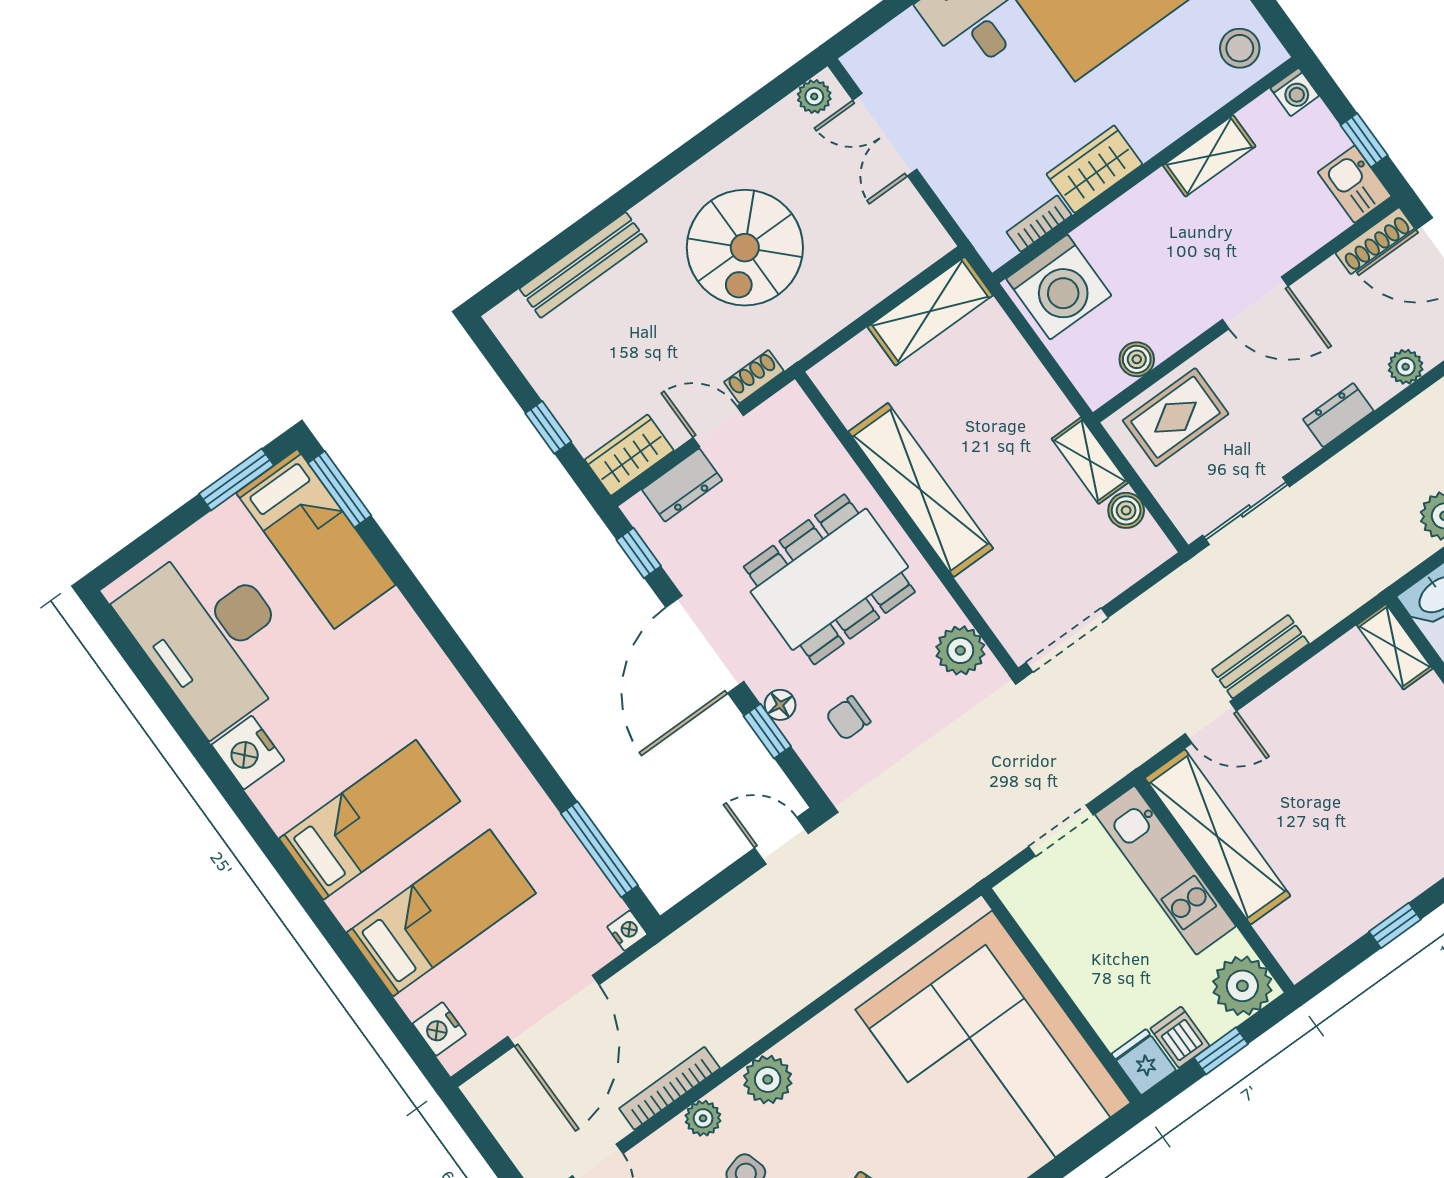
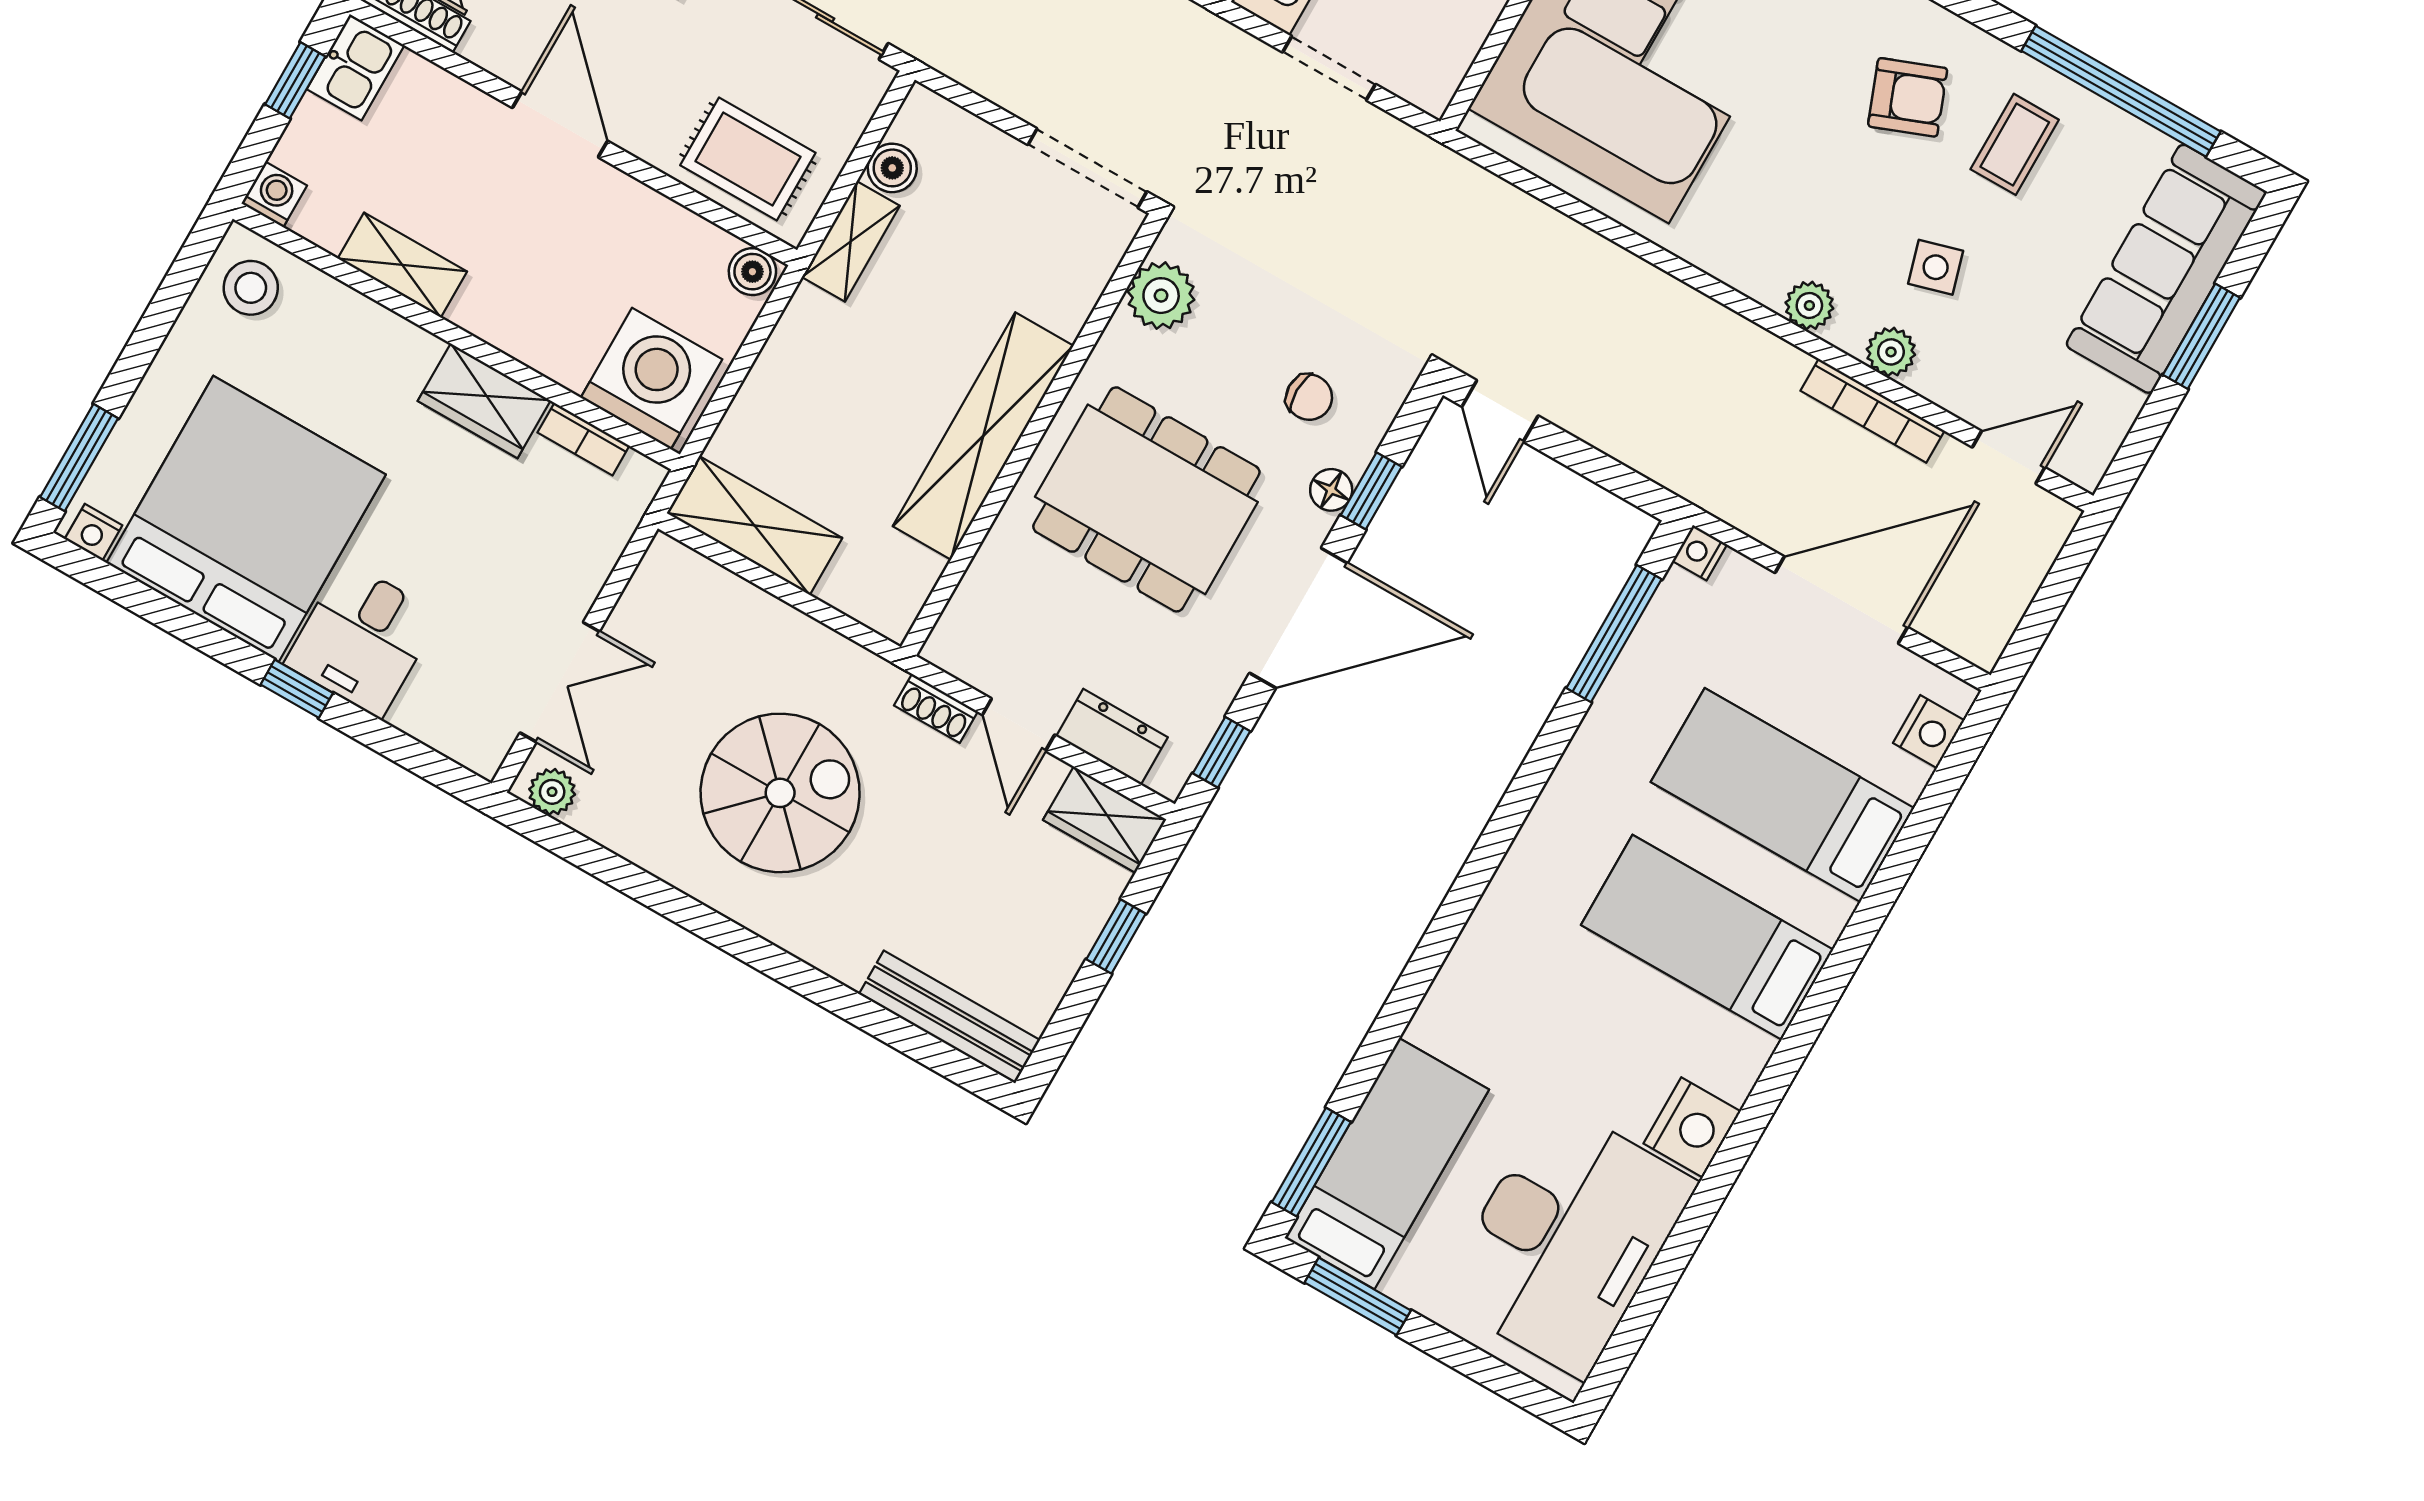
bench: (583, 265) -> (950, 1017), moved
boiler: (1137, 359) -> (752, 272), moved
plant: (768, 1080) -> (1809, 305), width x0.73, depth x0.73

